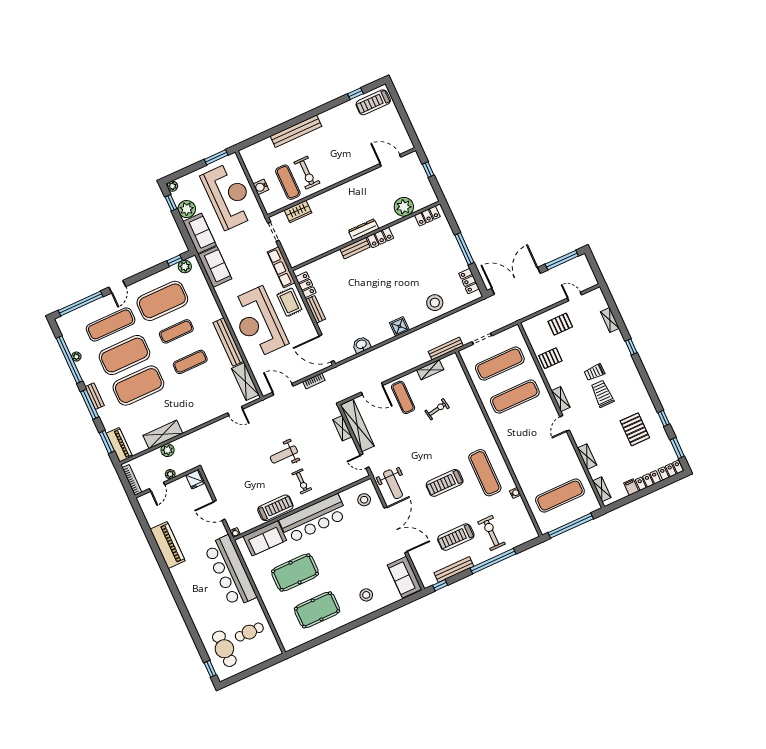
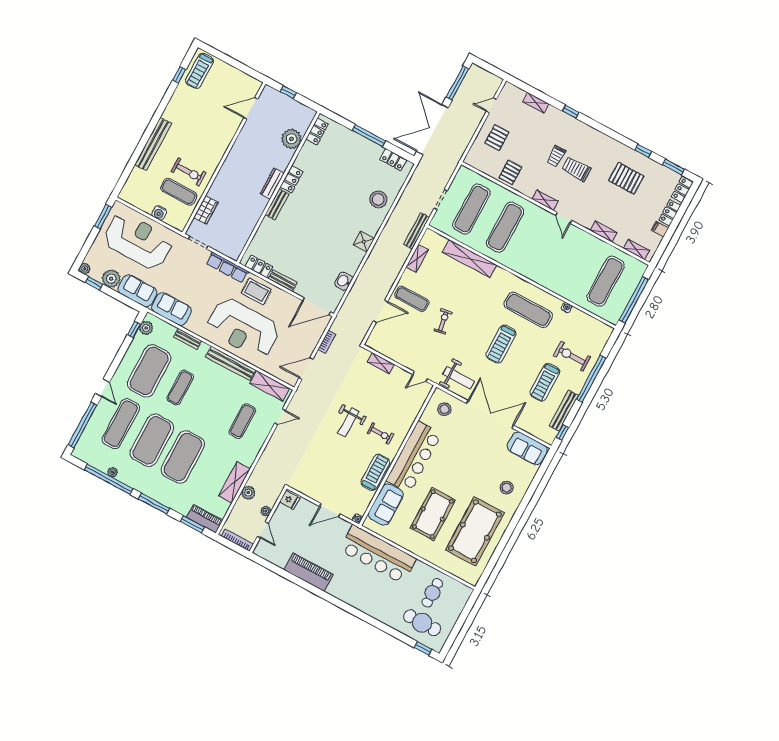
exercise mat: (190, 362) -> (242, 421), moved
bench: (95, 396) -> (188, 339), moved
exercise bike: (437, 409) -> (443, 321), moved
shelving: (357, 426) -> (469, 259), moved
pool table: (317, 610) -> (475, 531), width x1.36, depth x1.32

